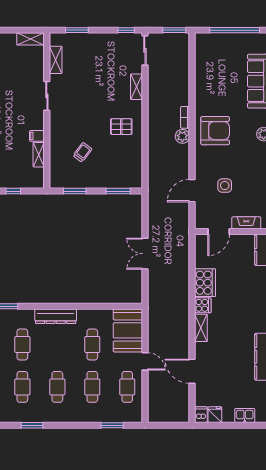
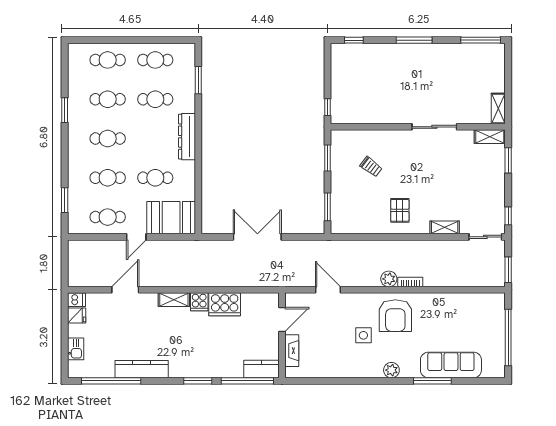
shelving: (56, 60) -> (490, 137), moved
sliding door: (47, 96) -> (434, 127), width x1.37
filing cabinet: (37, 136) -> (389, 116), removed
shelving: (39, 155) -> (368, 118), removed
side table: (225, 186) -> (363, 335), moved
window: (13, 191) -> (328, 107), moved
door: (219, 232) -> (282, 320), swing flipped
double door: (145, 254) -> (257, 237), width x1.37

